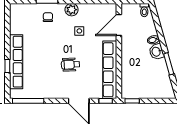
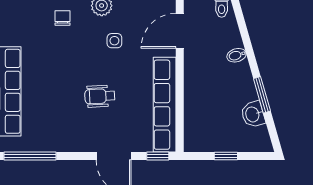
washbasin: (156, 52) -> (253, 114), moved
window: (132, 101) -> (226, 156), moved

